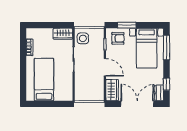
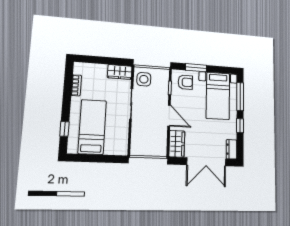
window: (23, 82) -> (64, 129), added
window: (167, 84) -> (240, 126), moved
double door: (137, 104) -> (206, 162), swing flipped

